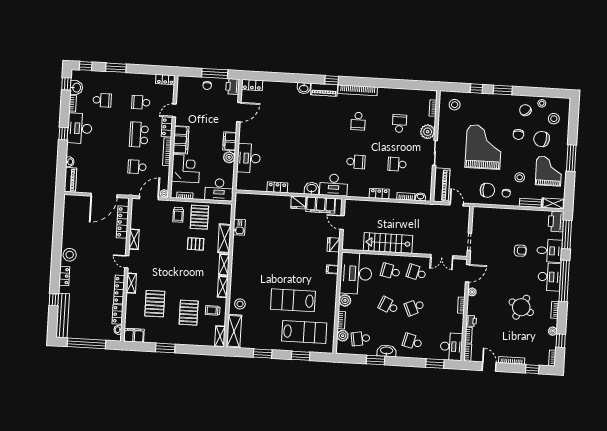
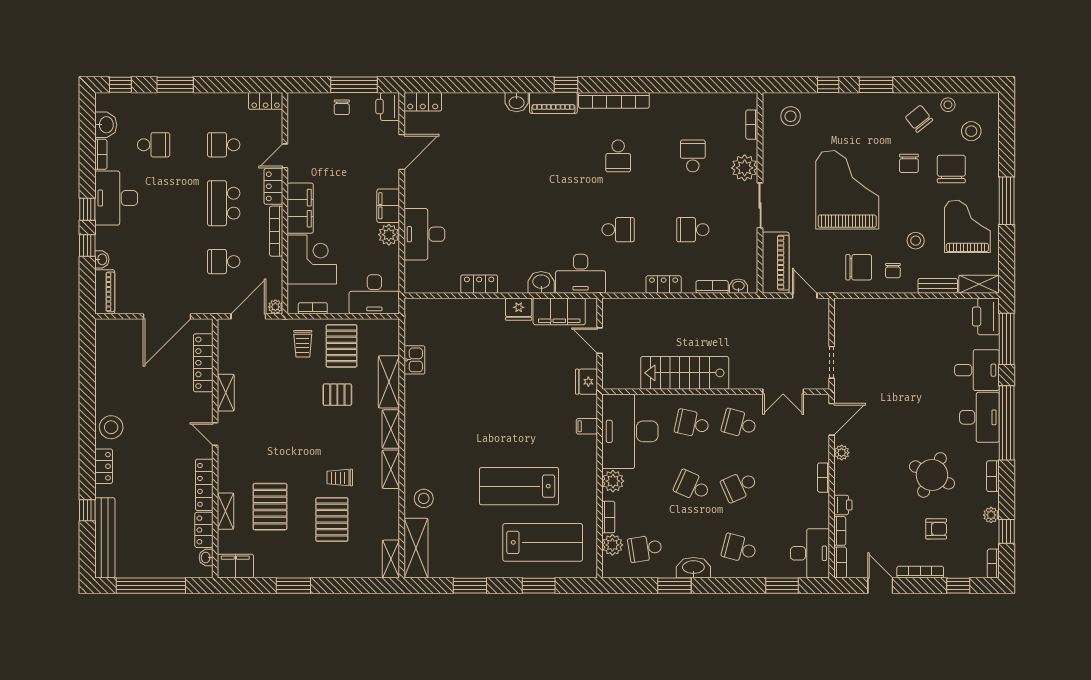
window: (66, 84) -> (87, 245), moved
chair: (542, 139) -> (951, 169), turned 80
armchair: (520, 251) -> (936, 529), moved
shelving: (131, 283) -> (226, 511), moved
trolley: (213, 310) -> (340, 478), moved

